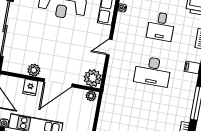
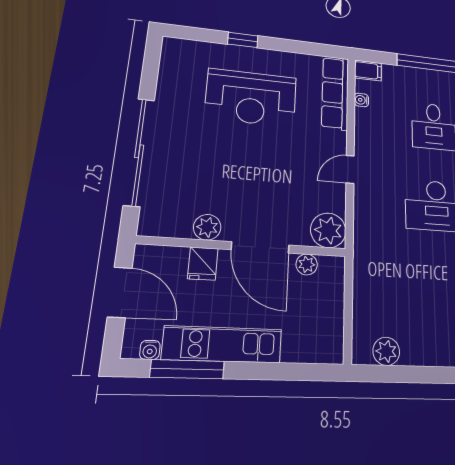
door: (58, 83) -> (260, 247), hinge flipped
plant: (91, 96) -> (307, 264), moved

